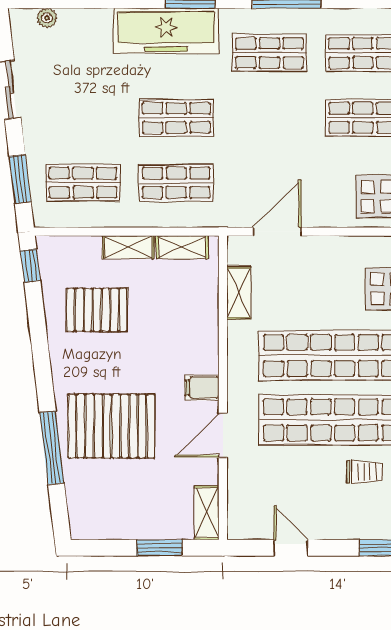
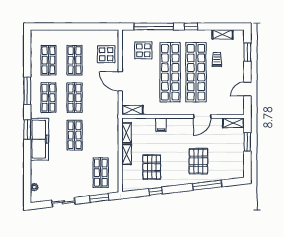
shop shelf: (176, 183) -> (75, 98), moved
door: (277, 232) -> (120, 81), moved
window: (30, 266) -> (156, 191), moved
shelving: (239, 293) -> (132, 110), moved
filing cabinet: (202, 388) -> (161, 125), moved
pallet: (111, 426) -> (198, 161), width x0.73, depth x0.71
door: (223, 435) -> (202, 116), hinge flipped

